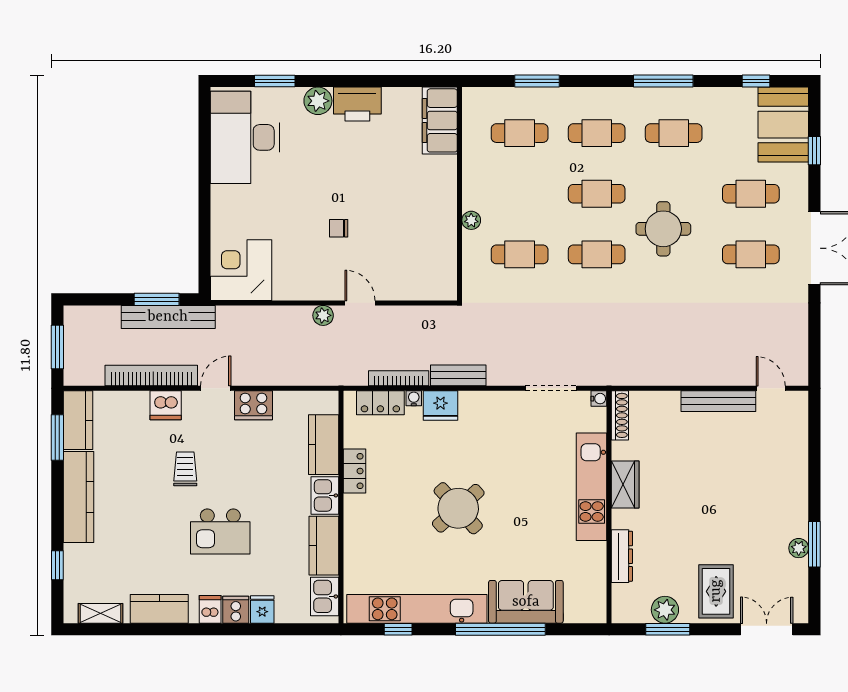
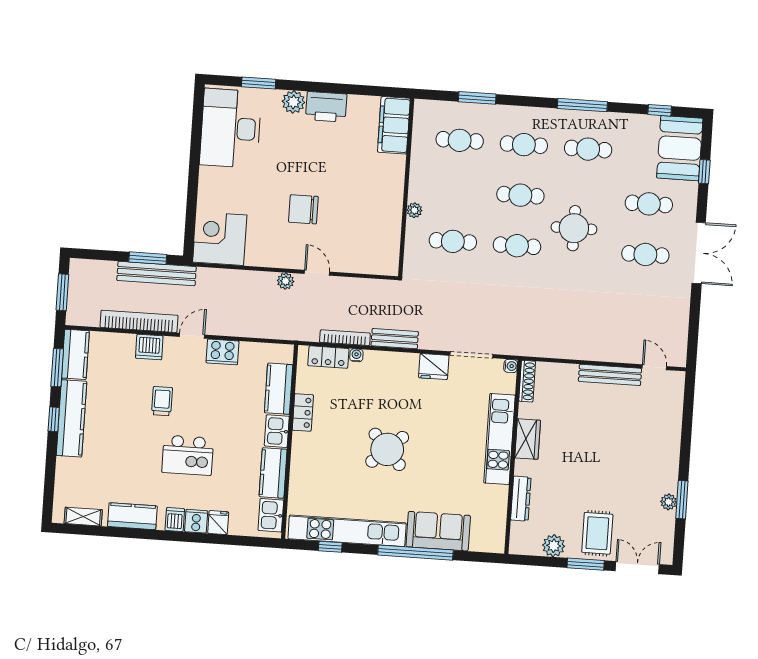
chair: (339, 228) -> (303, 209), width x1.87, depth x1.87
fridge: (440, 405) -> (434, 367), moved
window: (57, 565) -> (54, 419), moved
window: (668, 629) -> (586, 564), moved

